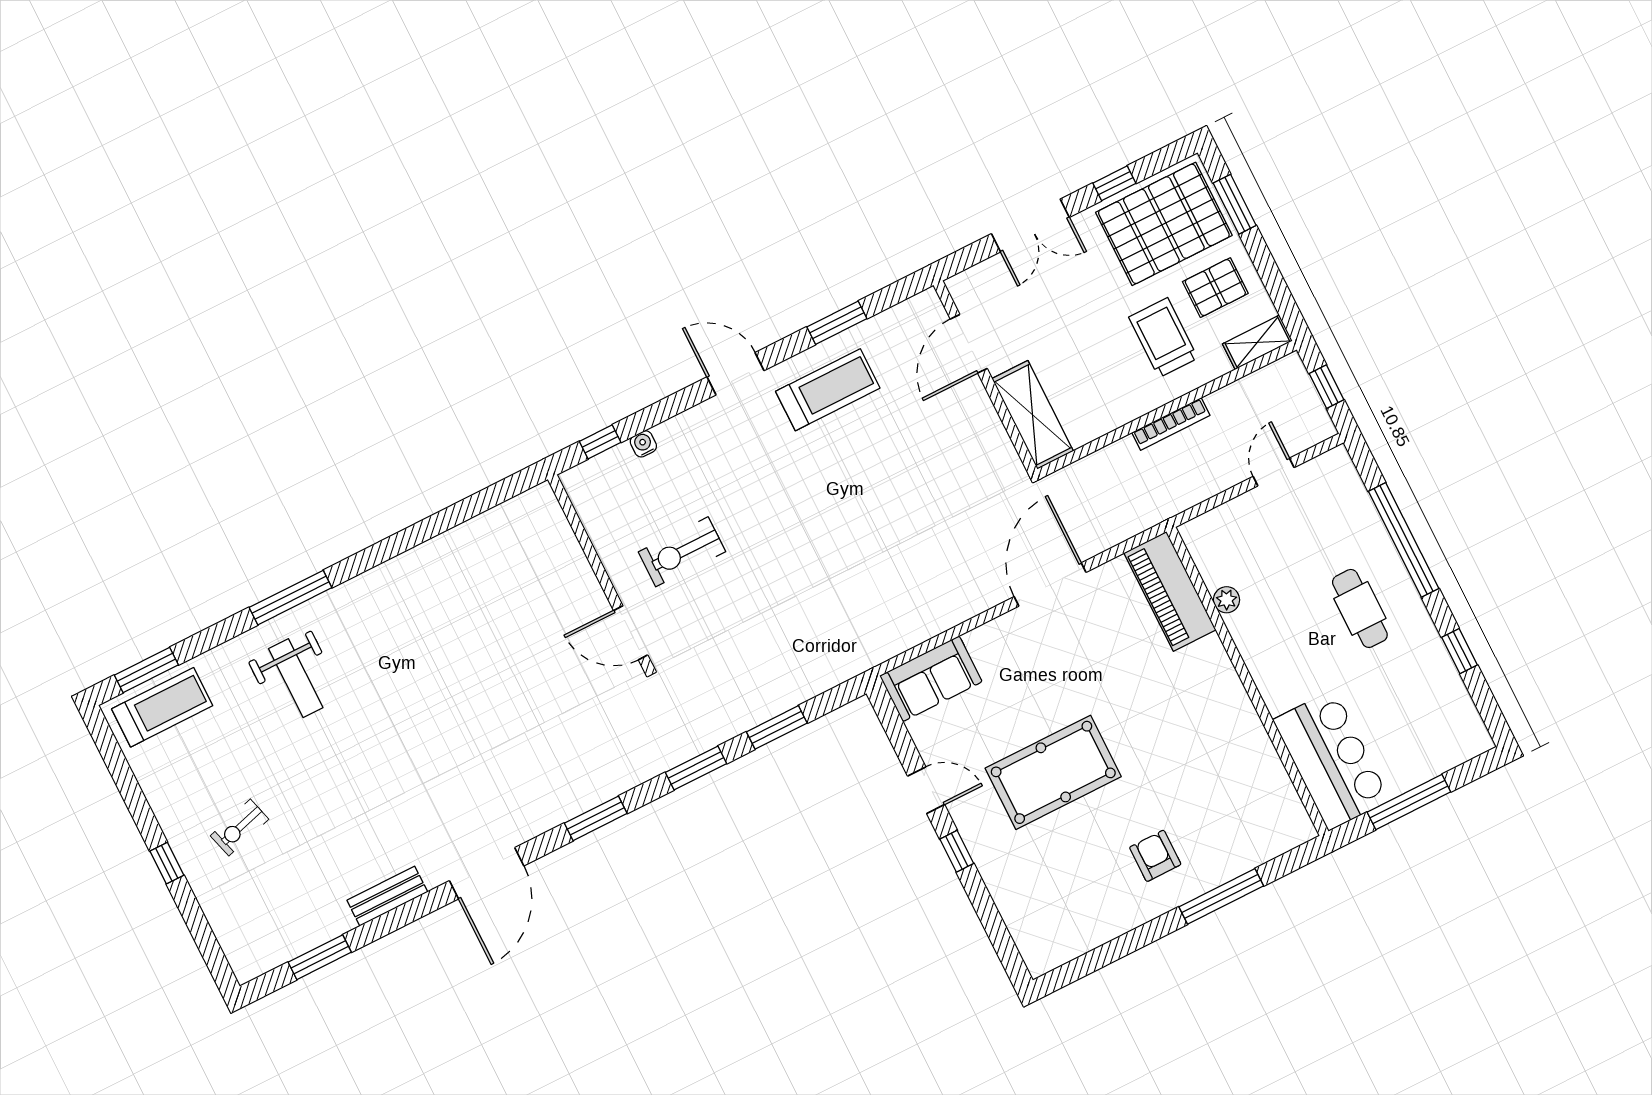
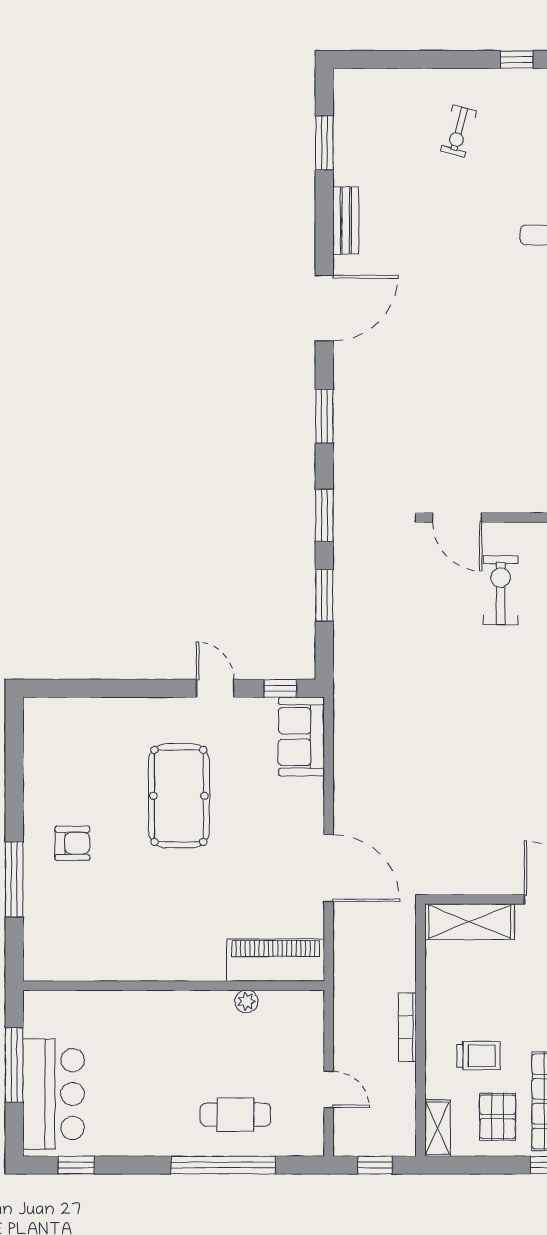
trolley: (1163, 338) -> (479, 1056), width x0.73, depth x0.72
cafe table: (1360, 608) -> (236, 1115), moved
door: (631, 633) -> (457, 517), swing flipped
window: (1459, 651) -> (76, 1165), moved
bar counter: (1331, 760) -> (53, 1094), moved, turned -90
door: (926, 790) -> (215, 688), swing flipped
exercise bike: (240, 827) -> (459, 131), turned -149
window: (957, 851) -> (280, 688), moved
window: (167, 863) -> (517, 59), moved
door: (487, 873) -> (324, 308), swing flipped

